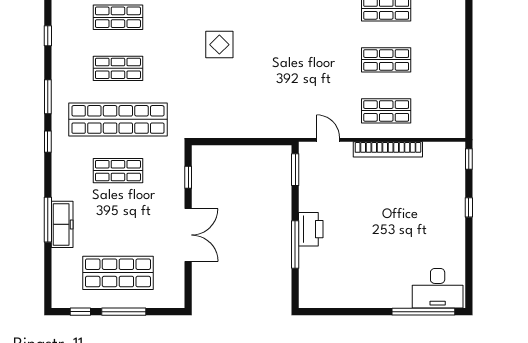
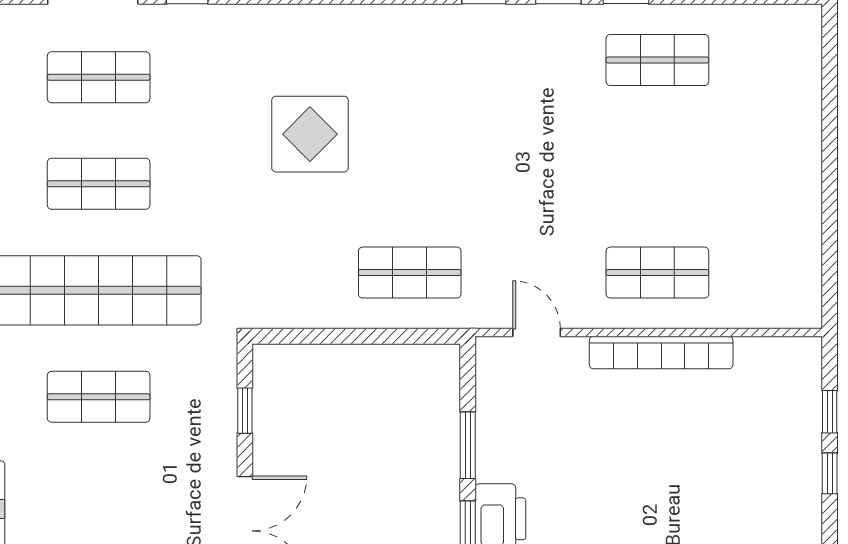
display table: (219, 45) -> (310, 134), width x1.36, depth x1.36
shop shelf: (386, 60) -> (410, 273), moved
window: (469, 159) -> (830, 412), moved
window: (295, 170) -> (468, 445), moved

